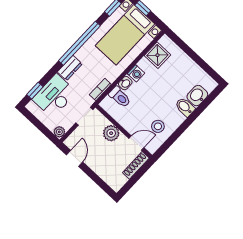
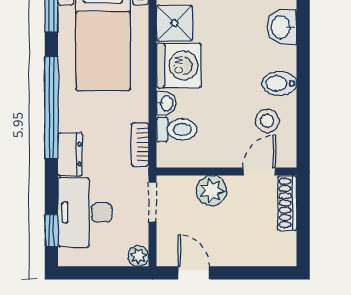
washing machine: (136, 73) -> (179, 65), width x1.89, depth x1.89
bidet: (185, 107) -> (279, 83), moved

